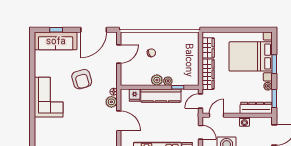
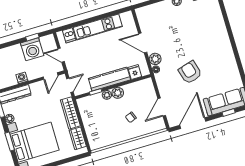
corner sofa: (49, 97) -> (217, 46), removed

